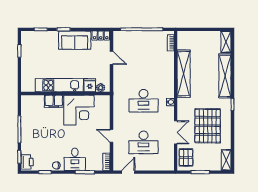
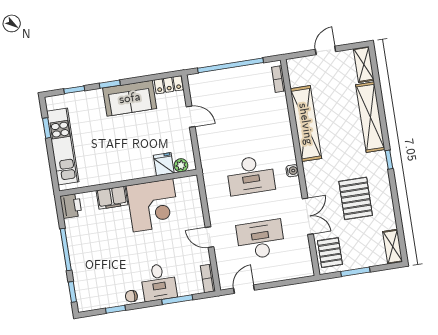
door: (203, 29) -> (325, 50), added
kitchen unit: (59, 85) -> (63, 147), moved, turned 90
pallet: (208, 126) -> (356, 198), width x0.73, depth x0.71
desk: (144, 142) -> (261, 240), turned 180
printer: (27, 162) -> (71, 206), moved

